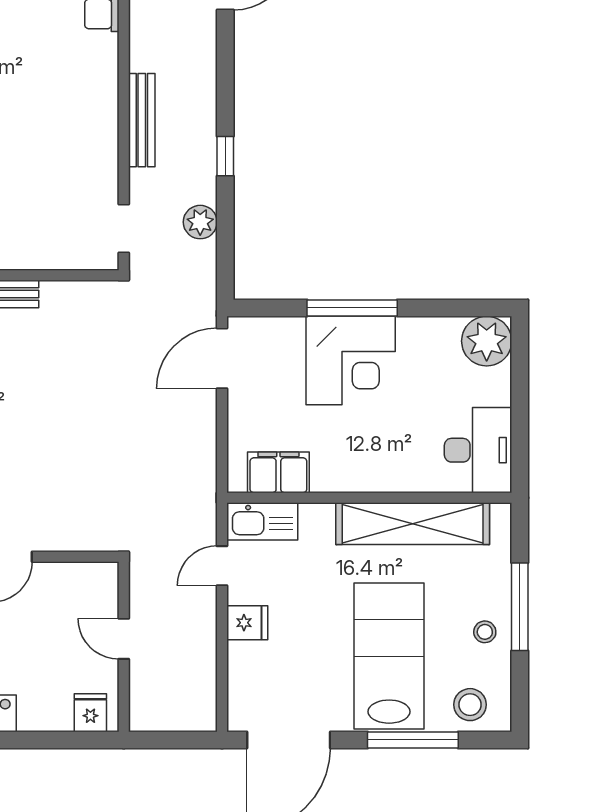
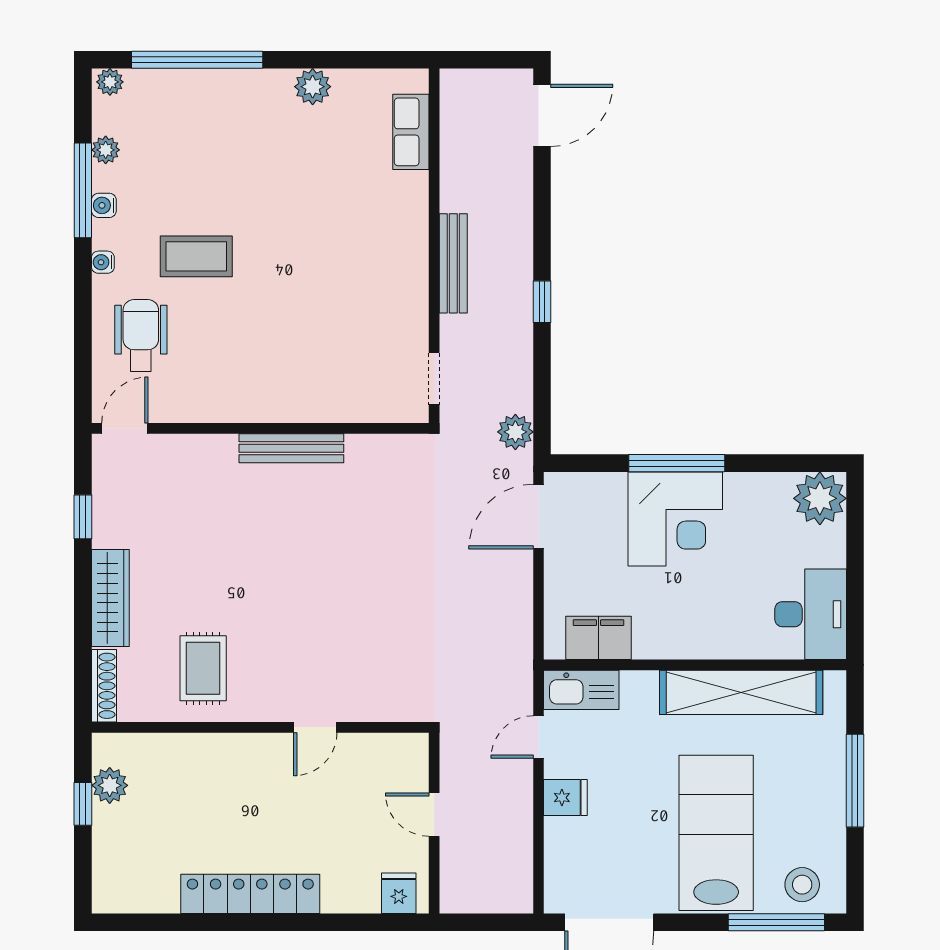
plant: (200, 222) -> (515, 432), moved
stool: (485, 632) -> (818, 807), removed
window: (413, 740) -> (776, 922), moved

